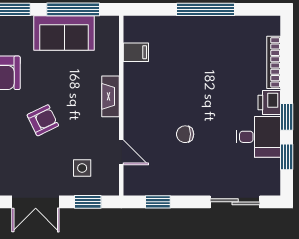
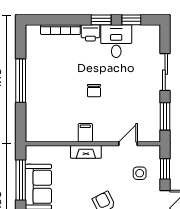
filing cabinet: (136, 52) -> (85, 133), moved
chair: (185, 134) -> (94, 91), moved
window: (158, 202) -> (165, 116), width x1.50
sliding door: (235, 202) -> (165, 72), moved

